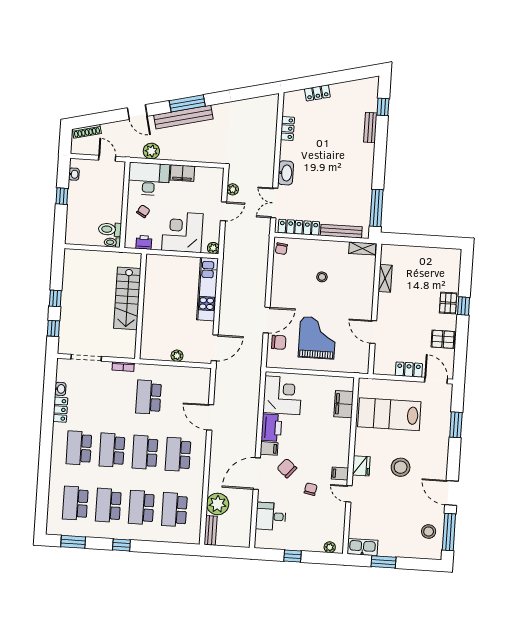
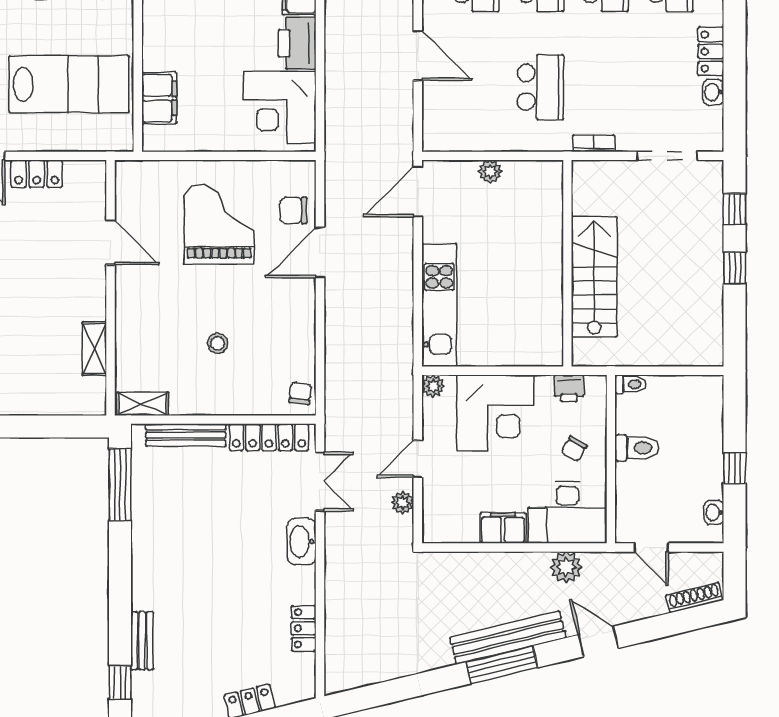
toilet: (110, 229) -> (637, 448), moved
grand piano: (317, 338) -> (219, 224), turned 180

